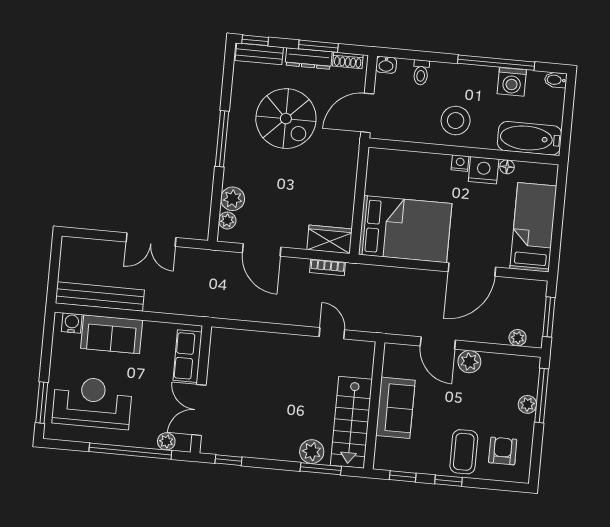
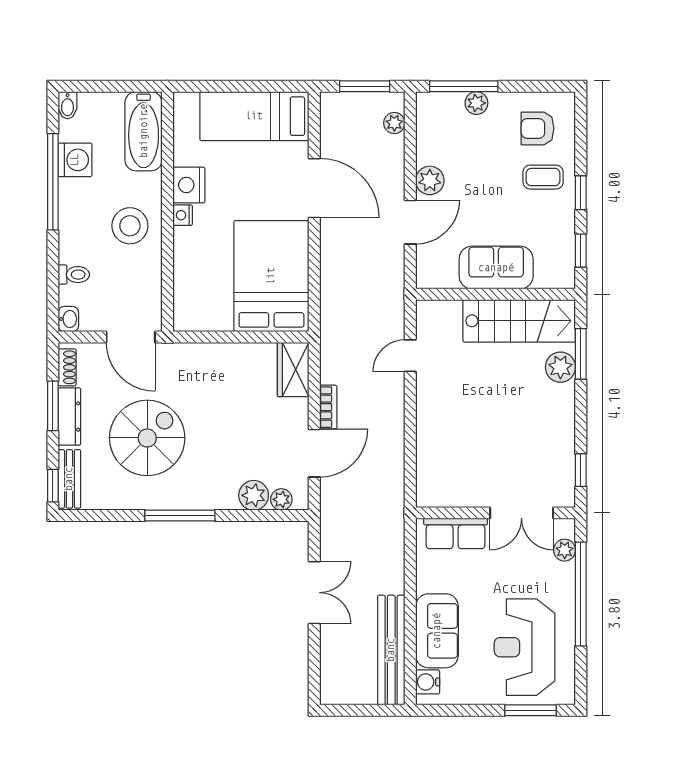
floor lamp: (507, 167) -> (182, 156), removed
bookcase: (328, 267) -> (328, 407), moved
coffee table: (464, 452) -> (543, 177), width x0.73, depth x0.77

